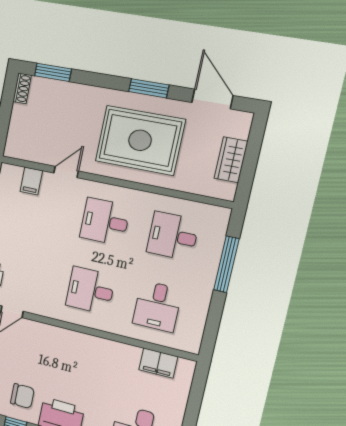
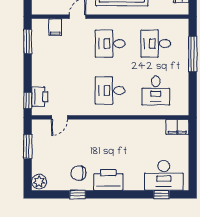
filing cabinet: (158, 363) -> (177, 127), moved
chair: (22, 396) -> (79, 173), turned 180

